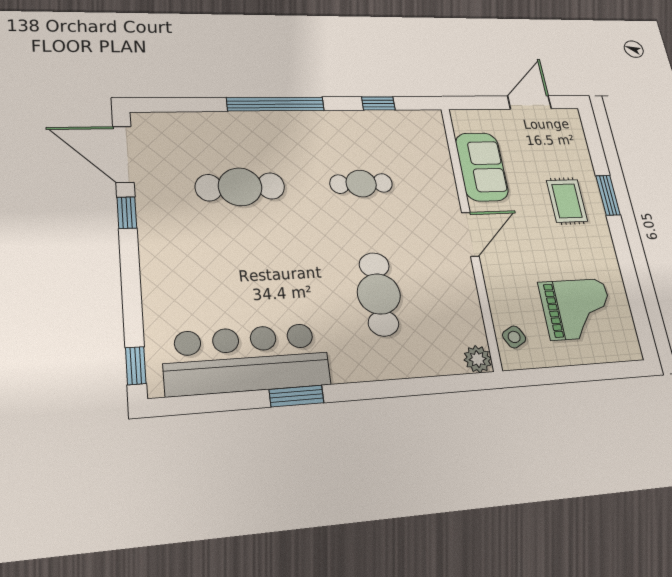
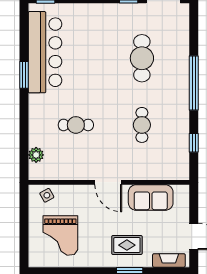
fireplace: (575, 138) -> (169, 260), added
cafe table: (379, 294) -> (76, 125), width x0.73, depth x0.74
plant: (478, 359) -> (36, 155), moved

